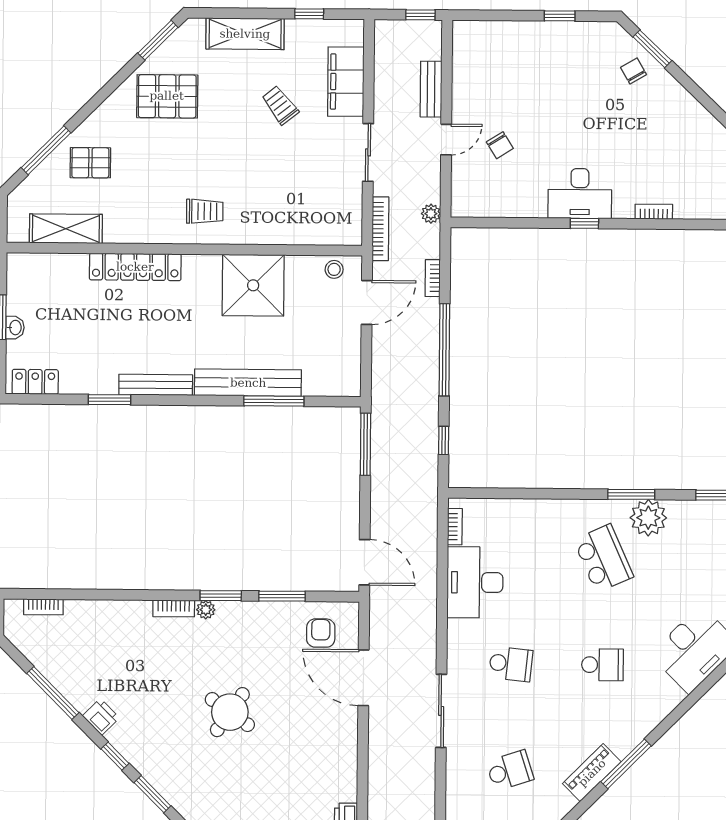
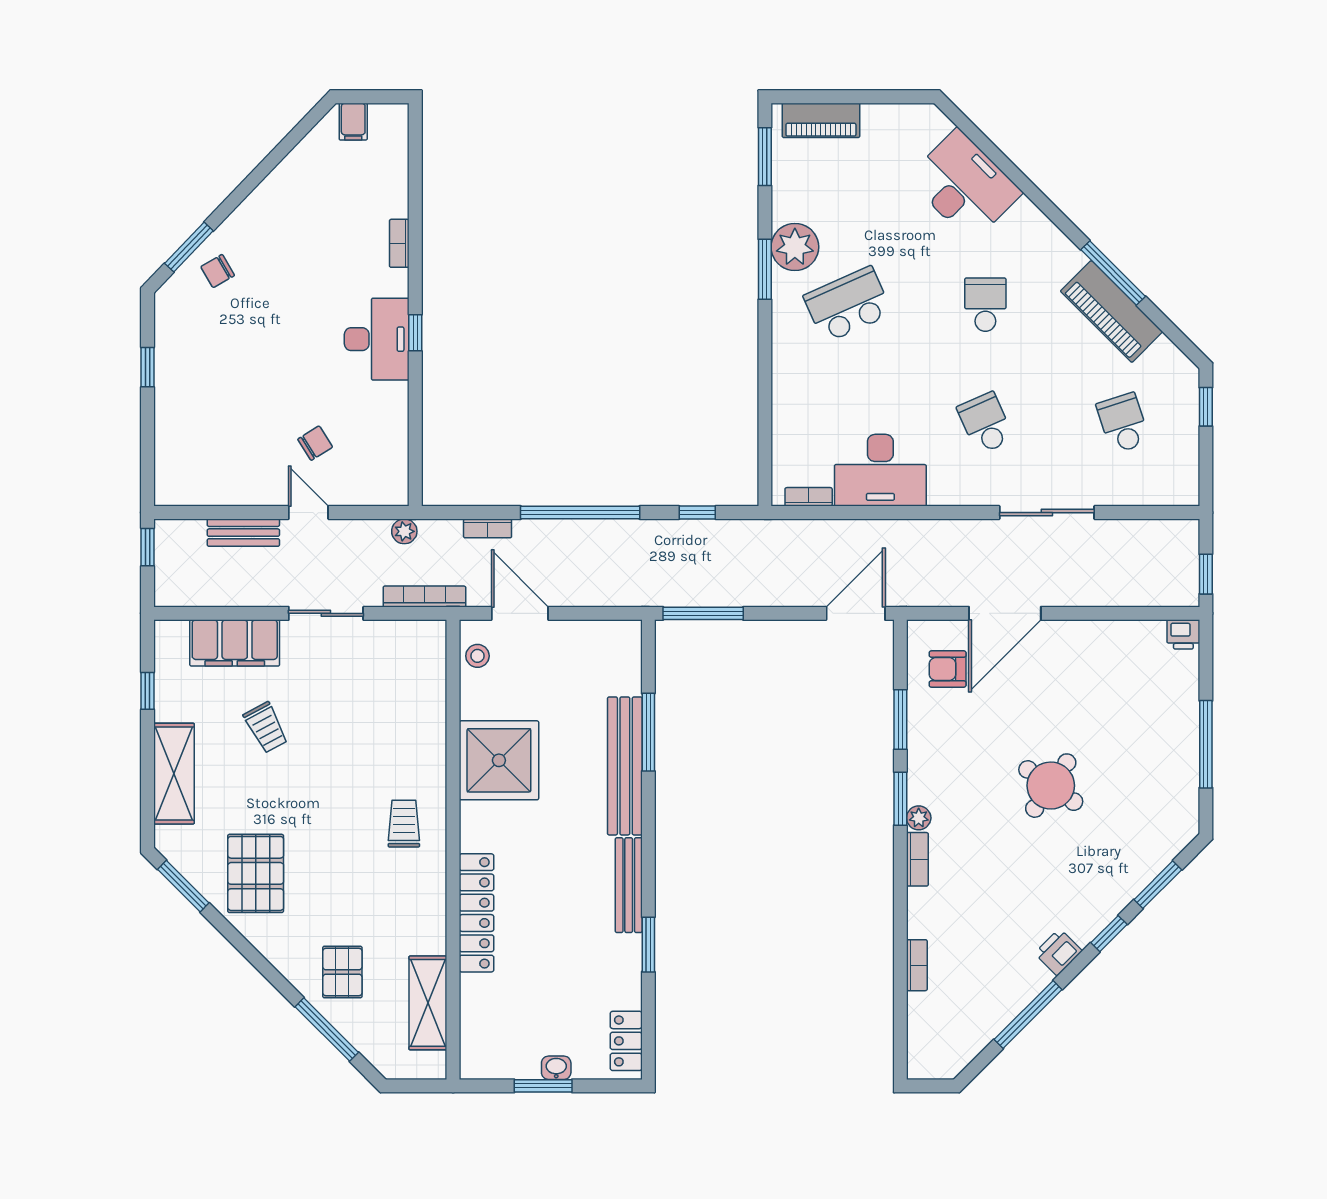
trolley: (280, 105) -> (266, 727), turned -80
bookcase: (43, 607) -> (917, 965), moved
school desk: (511, 664) -> (985, 423), turned -30
piano: (592, 773) -> (1112, 311), width x1.37, depth x1.33

